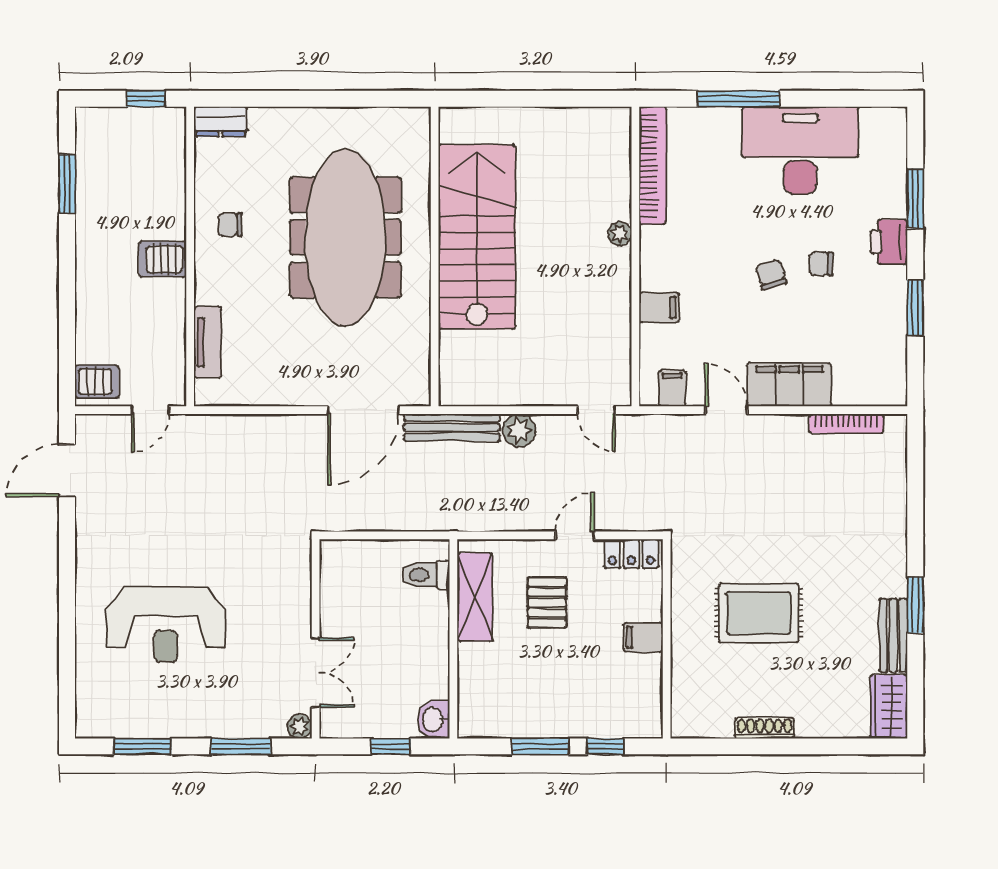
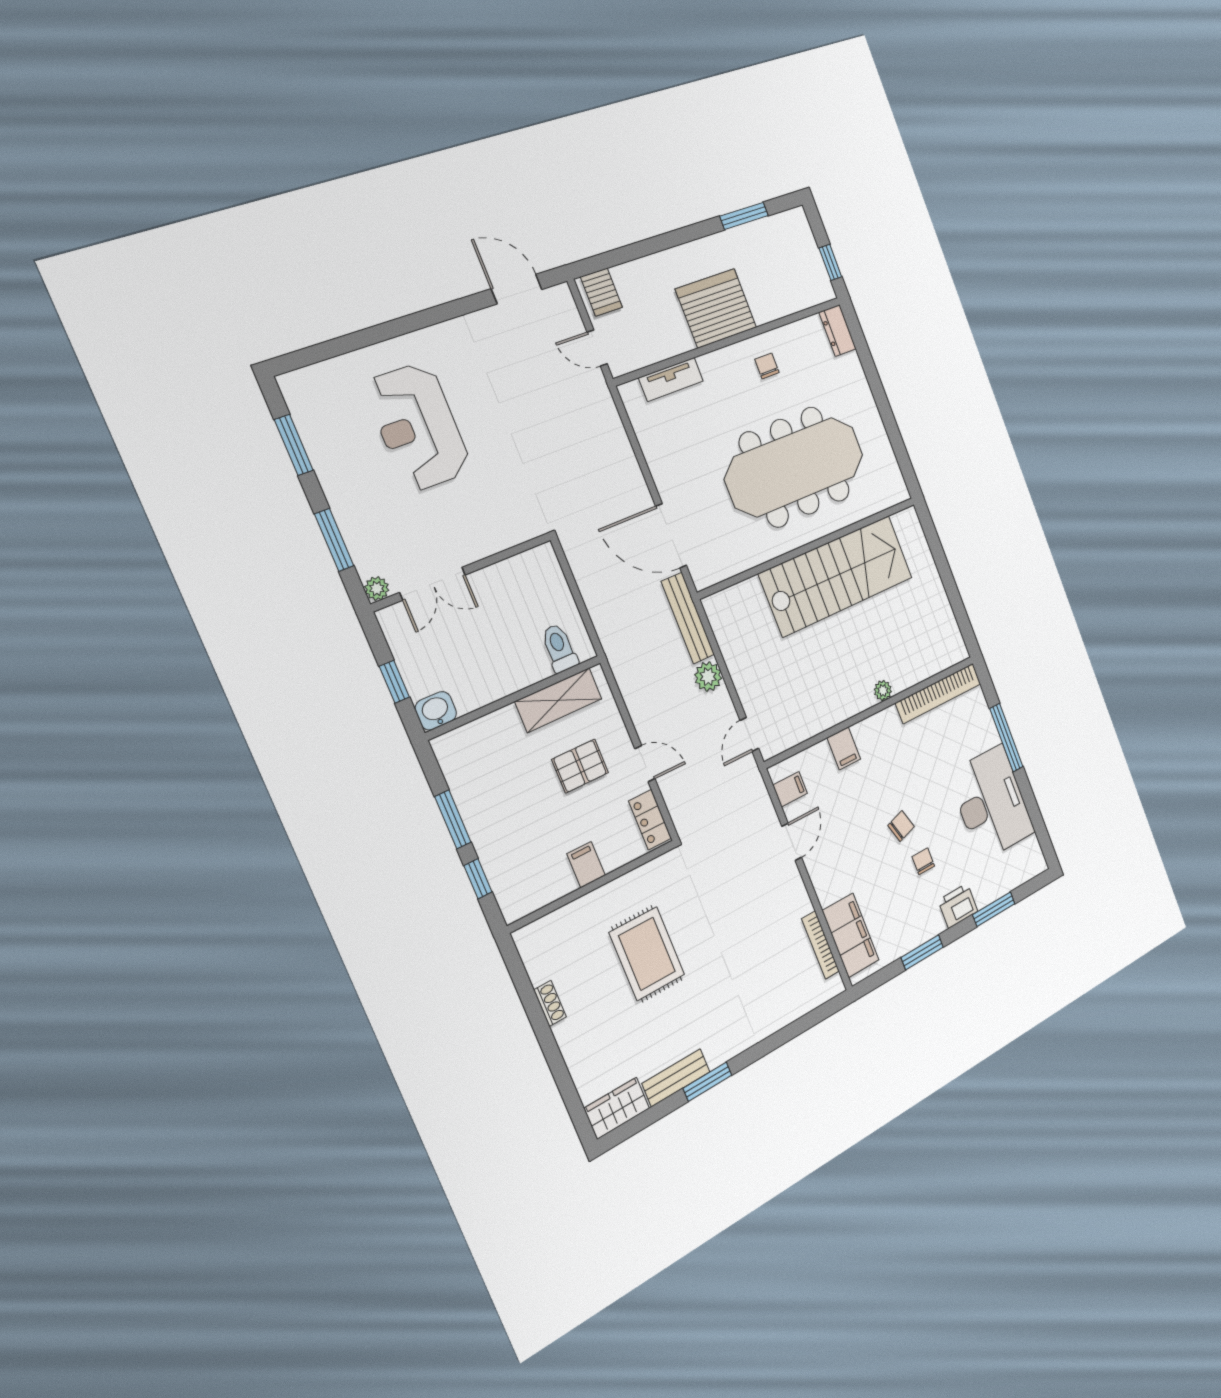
server rack: (163, 259) -> (716, 308), width x2.18, depth x1.44
filing cabinet: (789, 384) -> (851, 935), moved
shoe rack: (764, 728) -> (550, 1003), width x0.70

